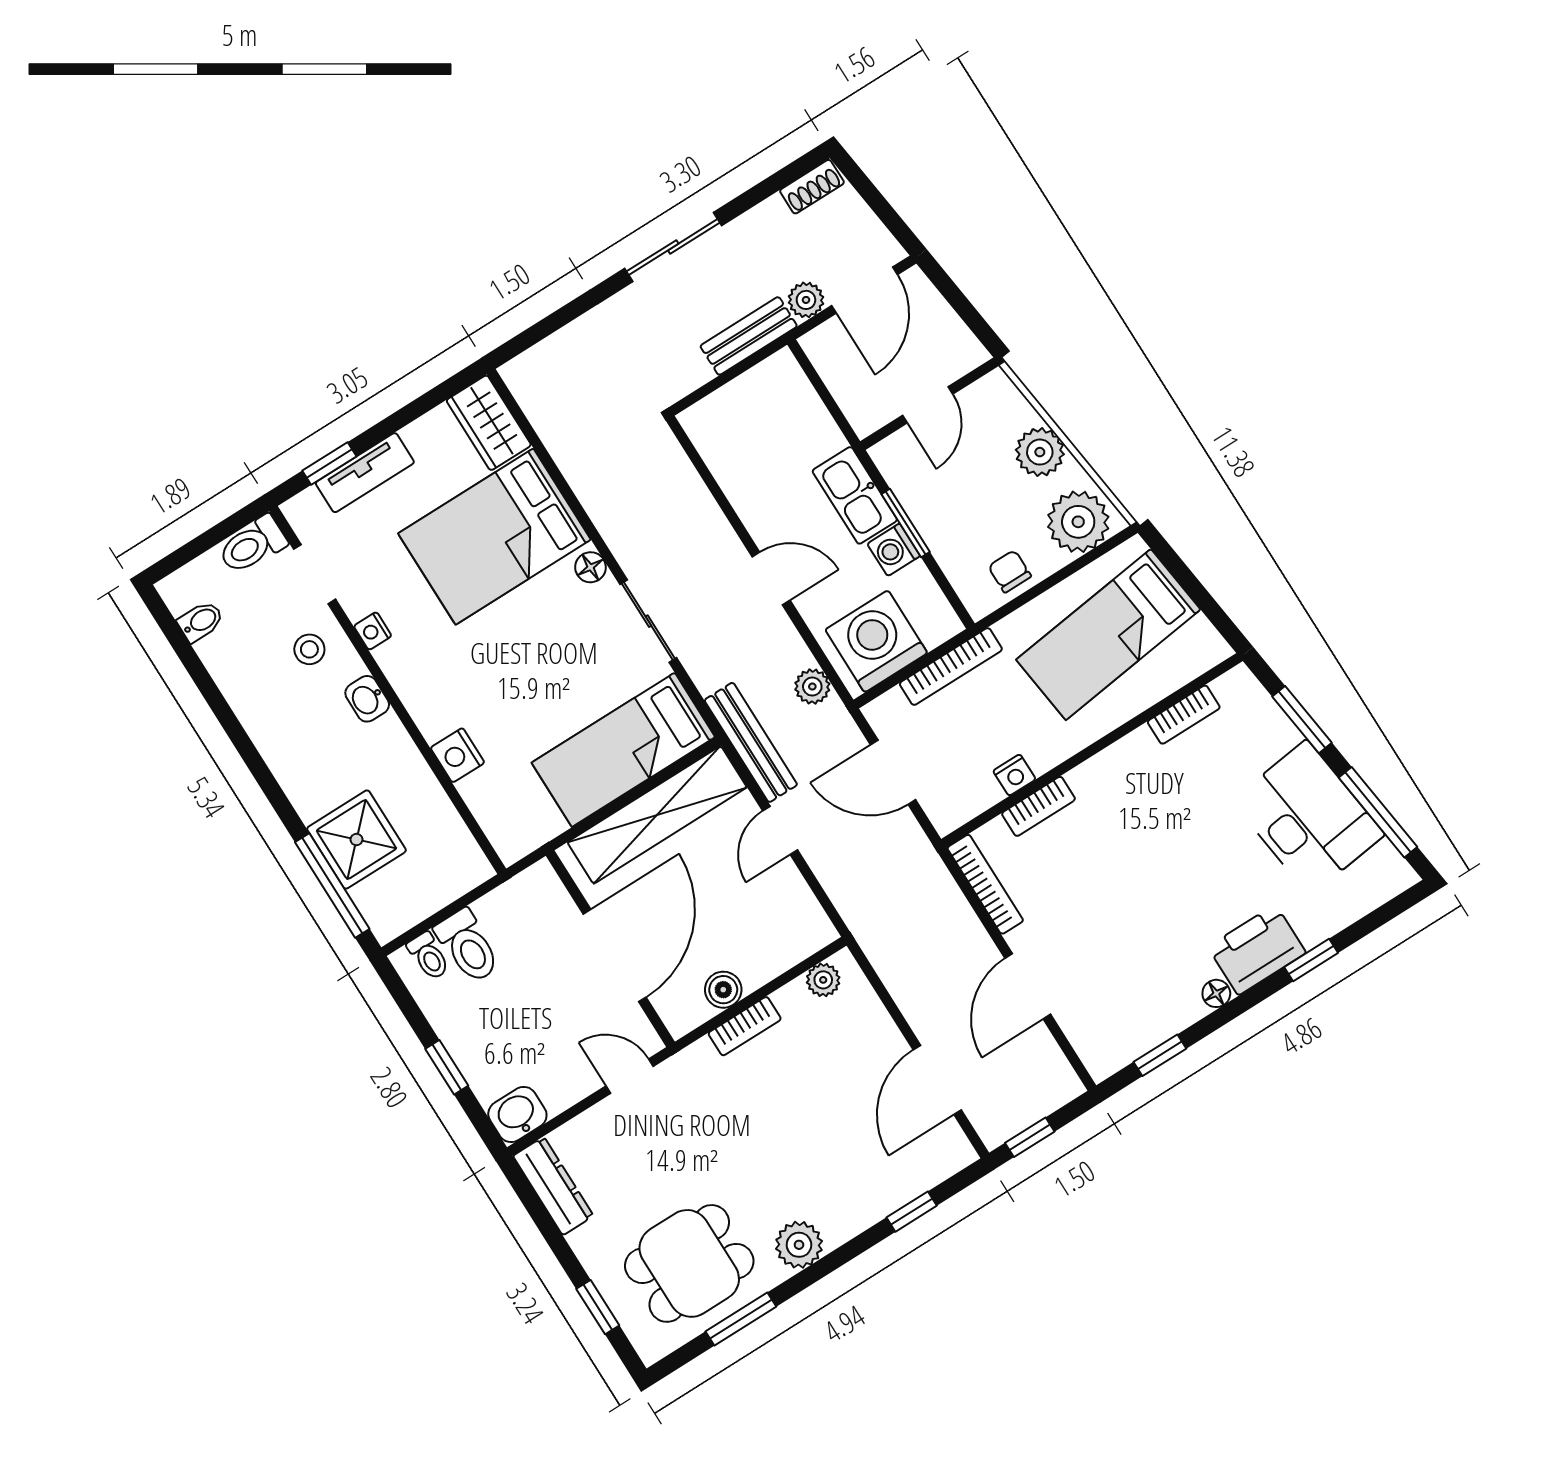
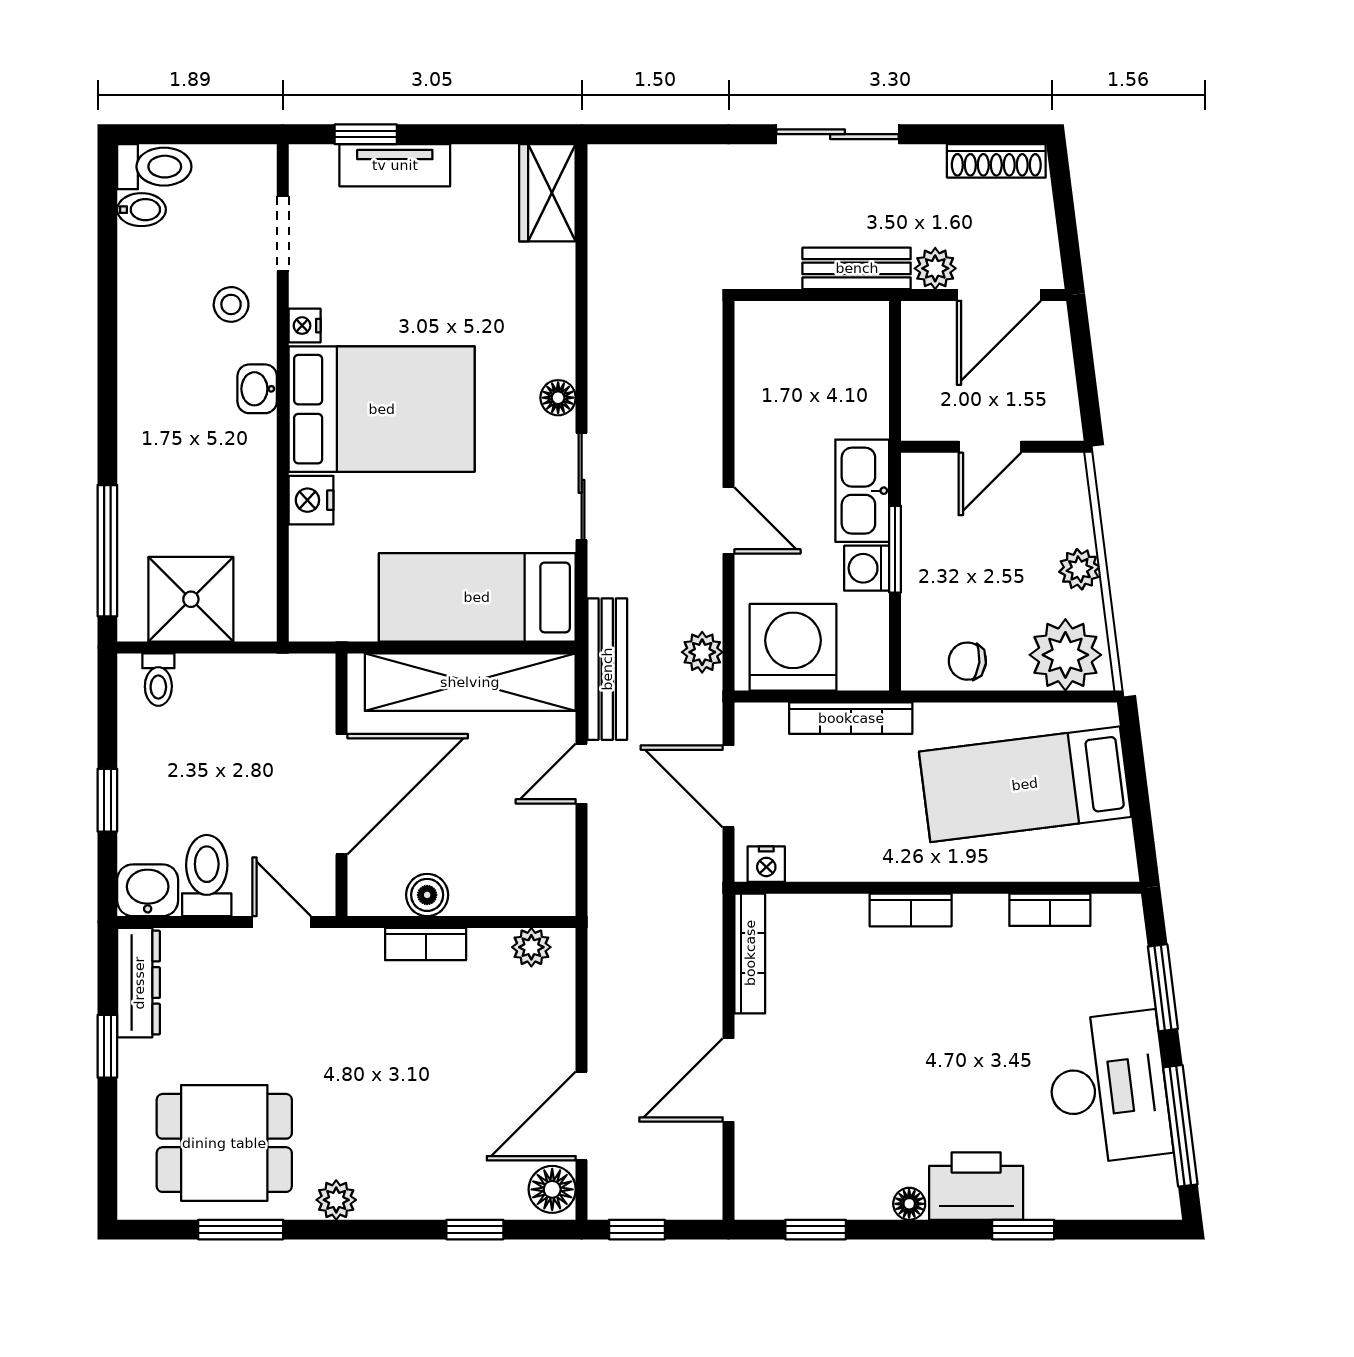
shoe rack: (812, 187) -> (996, 161), width x1.43
plant: (1040, 452) -> (1079, 569), width x0.73, depth x0.73
bed: (494, 537) -> (382, 409), moved, turned 180
toilet: (252, 545) -> (154, 167), moved, turned 180
chair: (1010, 571) -> (967, 661), turned -84
nightstand: (1014, 775) -> (766, 864), moved
bookcase: (1039, 806) -> (911, 910), moved
shower: (356, 840) -> (191, 599), moved
toilet: (468, 946) -> (207, 875), moved, turned 180
floor lamp: (950, 1147) -> (552, 1189), added
plant: (799, 1245) -> (336, 1200), width x0.73, depth x0.73
window: (598, 1307) -> (107, 1046), moved

